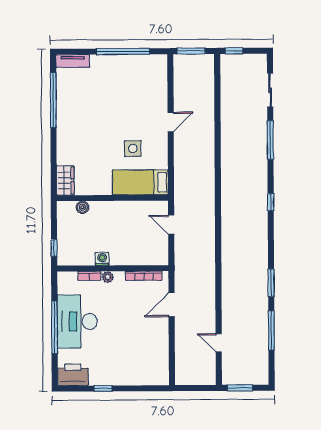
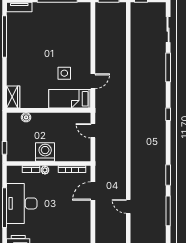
door: (171, 122) -> (93, 81), moved
washing machine: (102, 259) -> (45, 152), width x1.89, depth x1.89
door: (219, 343) -> (128, 206), moved

